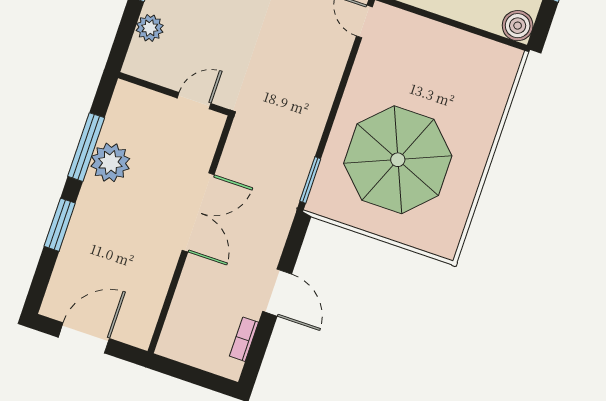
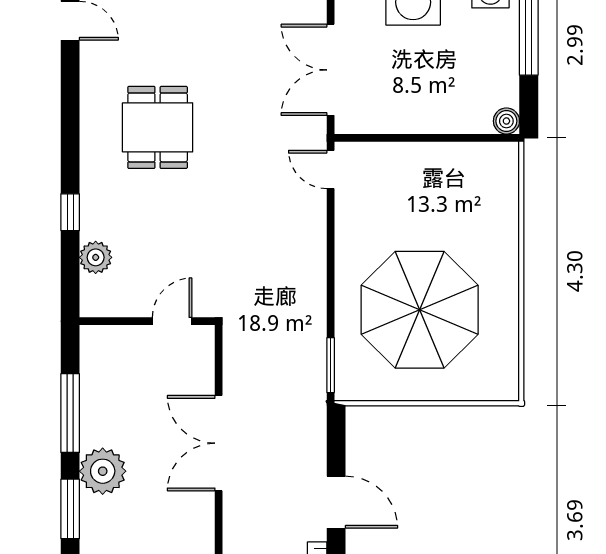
boiler: (518, 26) -> (506, 121), width x0.73, depth x0.73
plant: (110, 162) -> (103, 471), moved
double door: (198, 212) -> (219, 443), swing flipped

